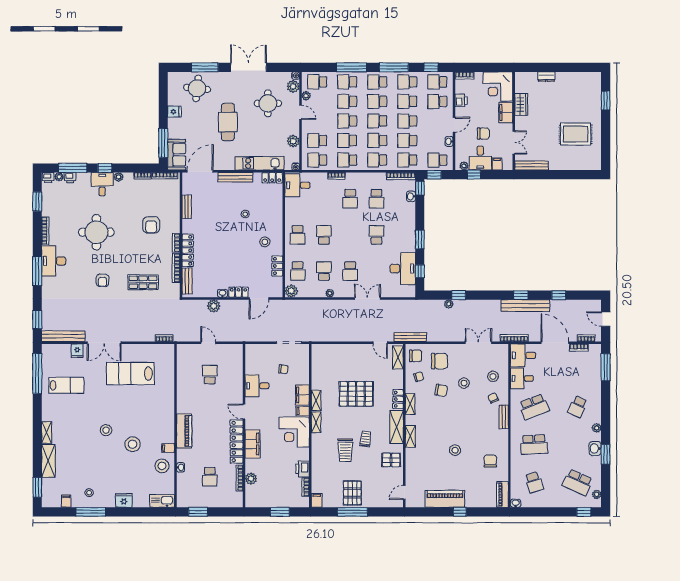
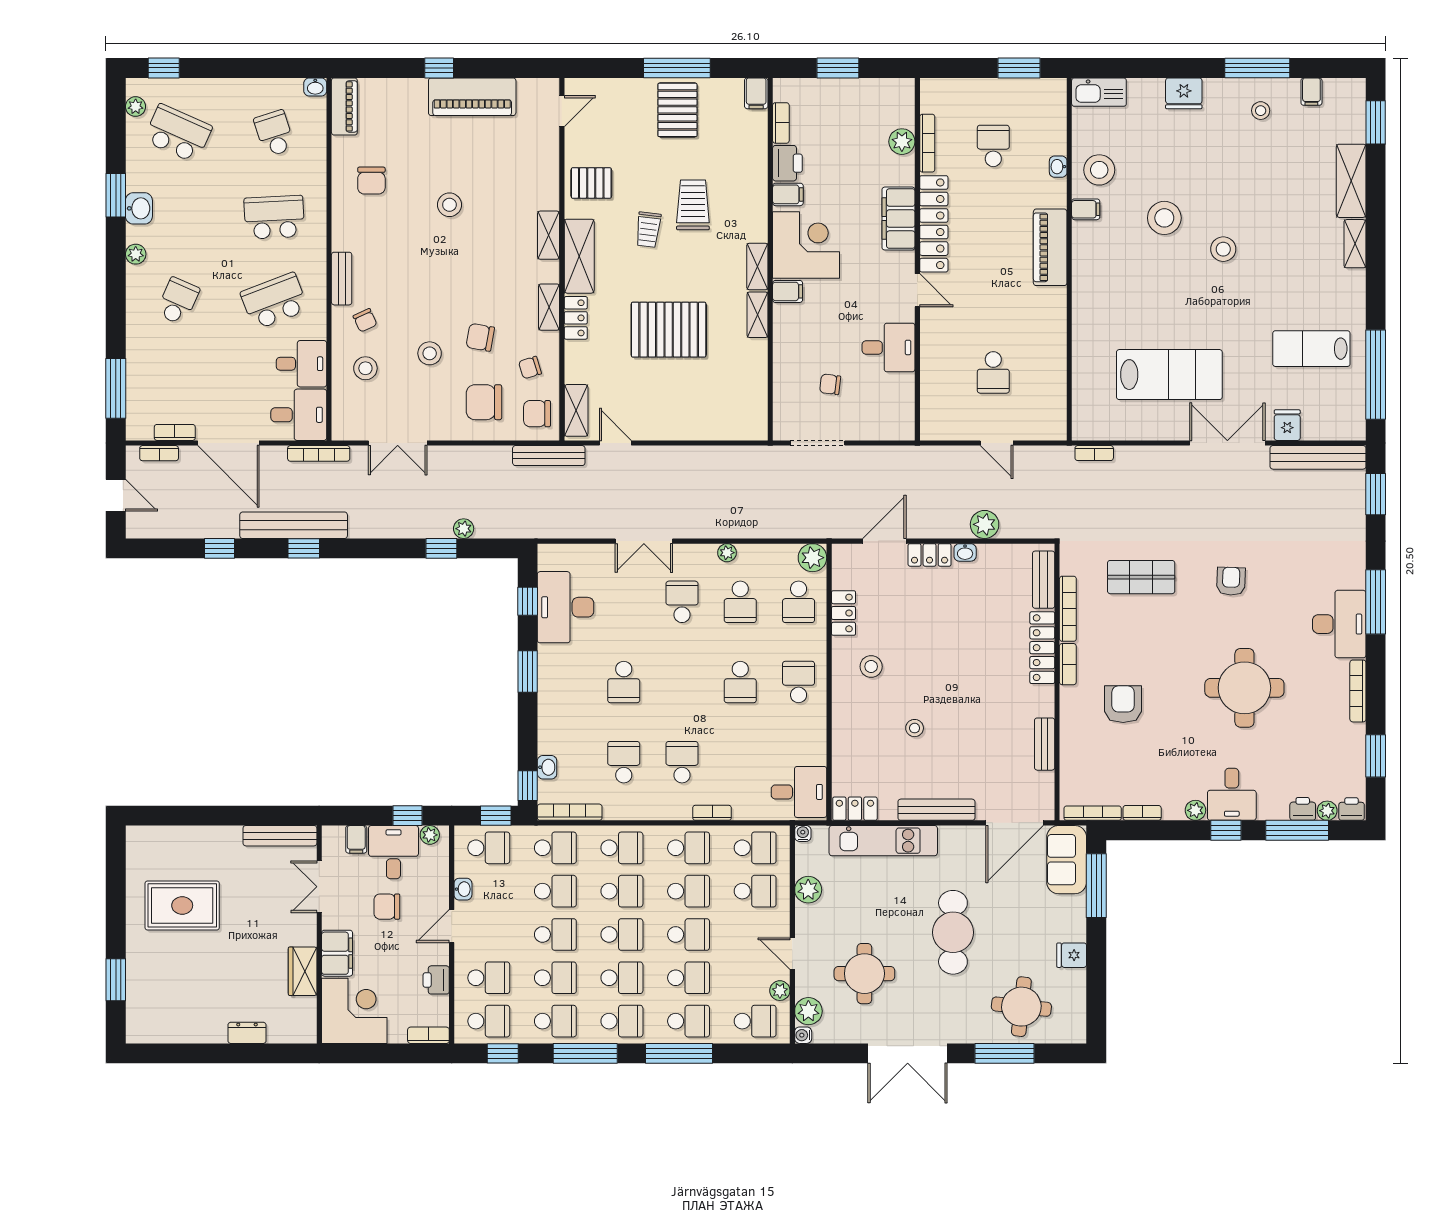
school desk: (298, 271) -> (799, 602), turned 180
filing cabinet: (302, 395) -> (788, 194), moved, width x0.50

